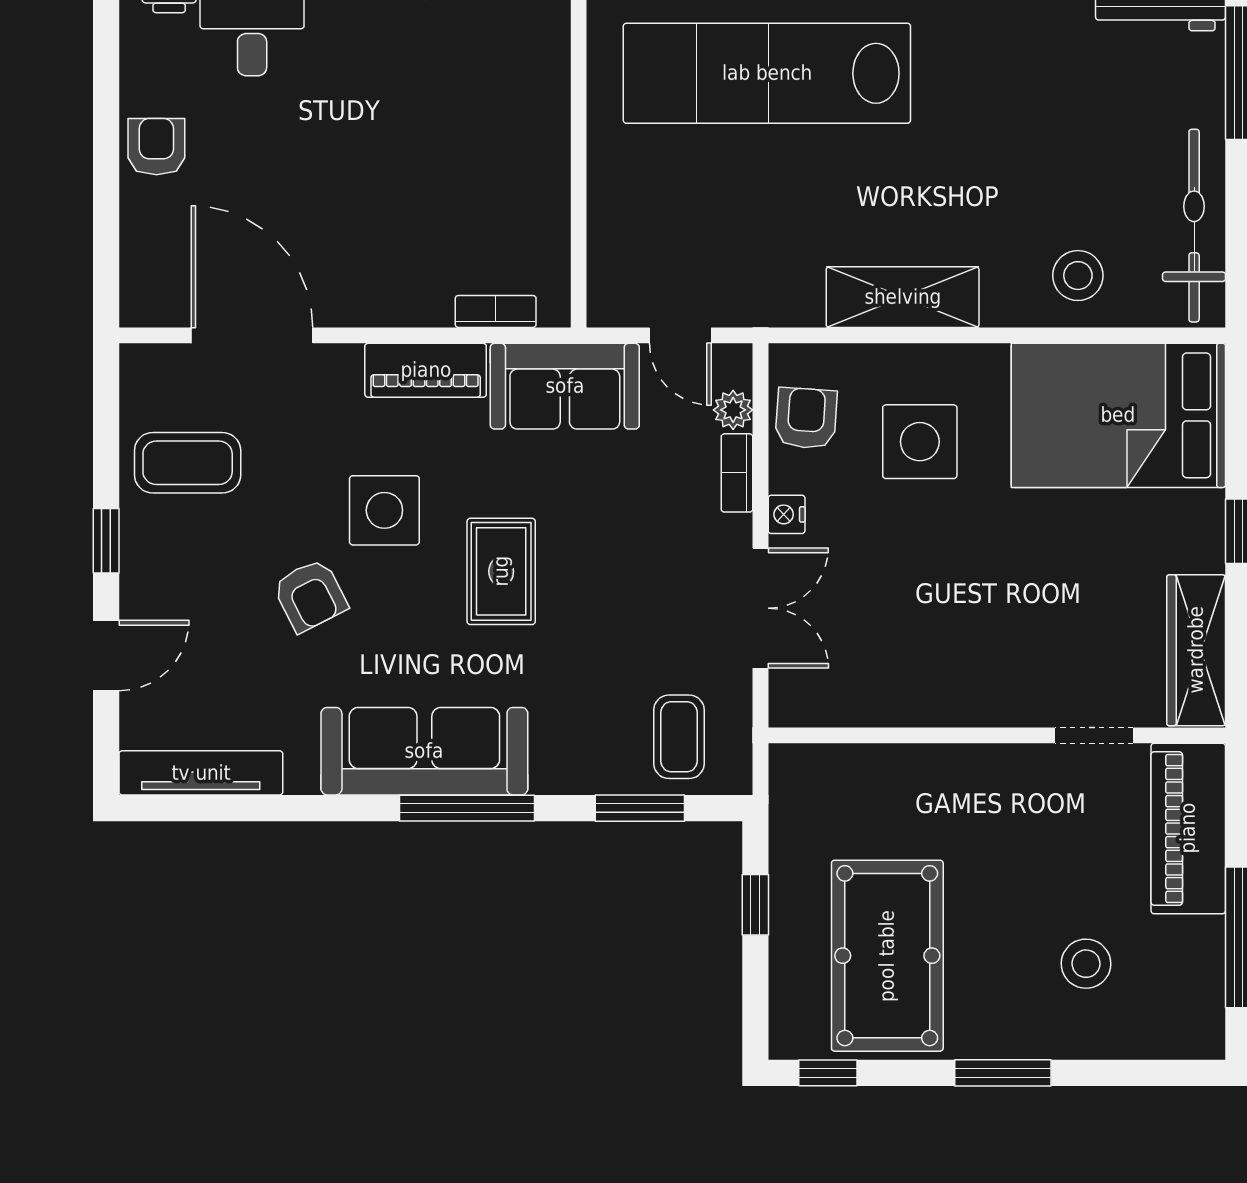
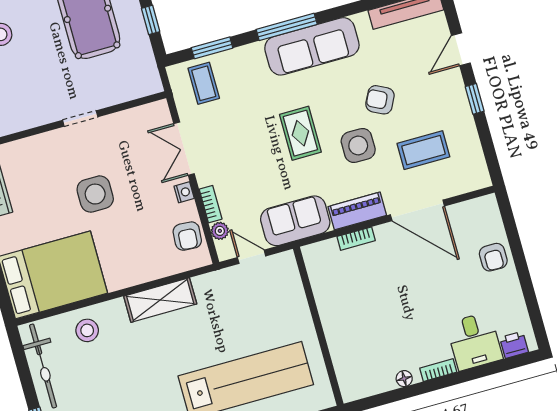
armchair: (156, 147) -> (493, 257), moved
bookcase: (496, 311) -> (356, 239), moved
door: (252, 335) -> (417, 210), moved
side table: (920, 442) -> (95, 194), moved
coffee table: (188, 463) -> (423, 150), moved
armchair: (310, 595) -> (380, 100), turned -36
doorway: (1094, 735) -> (80, 118), moved

